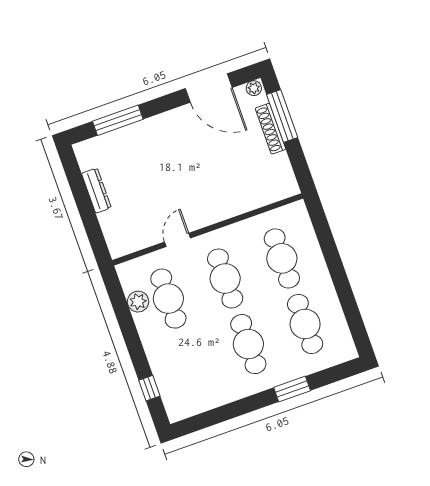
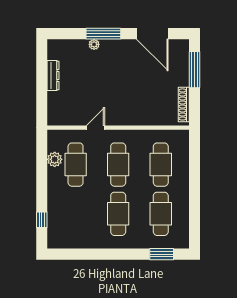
plant: (254, 88) -> (94, 44), moved
window: (118, 120) -> (103, 34), moved
shoe rack: (270, 129) -> (184, 104), moved
window: (292, 389) -> (162, 254), moved

